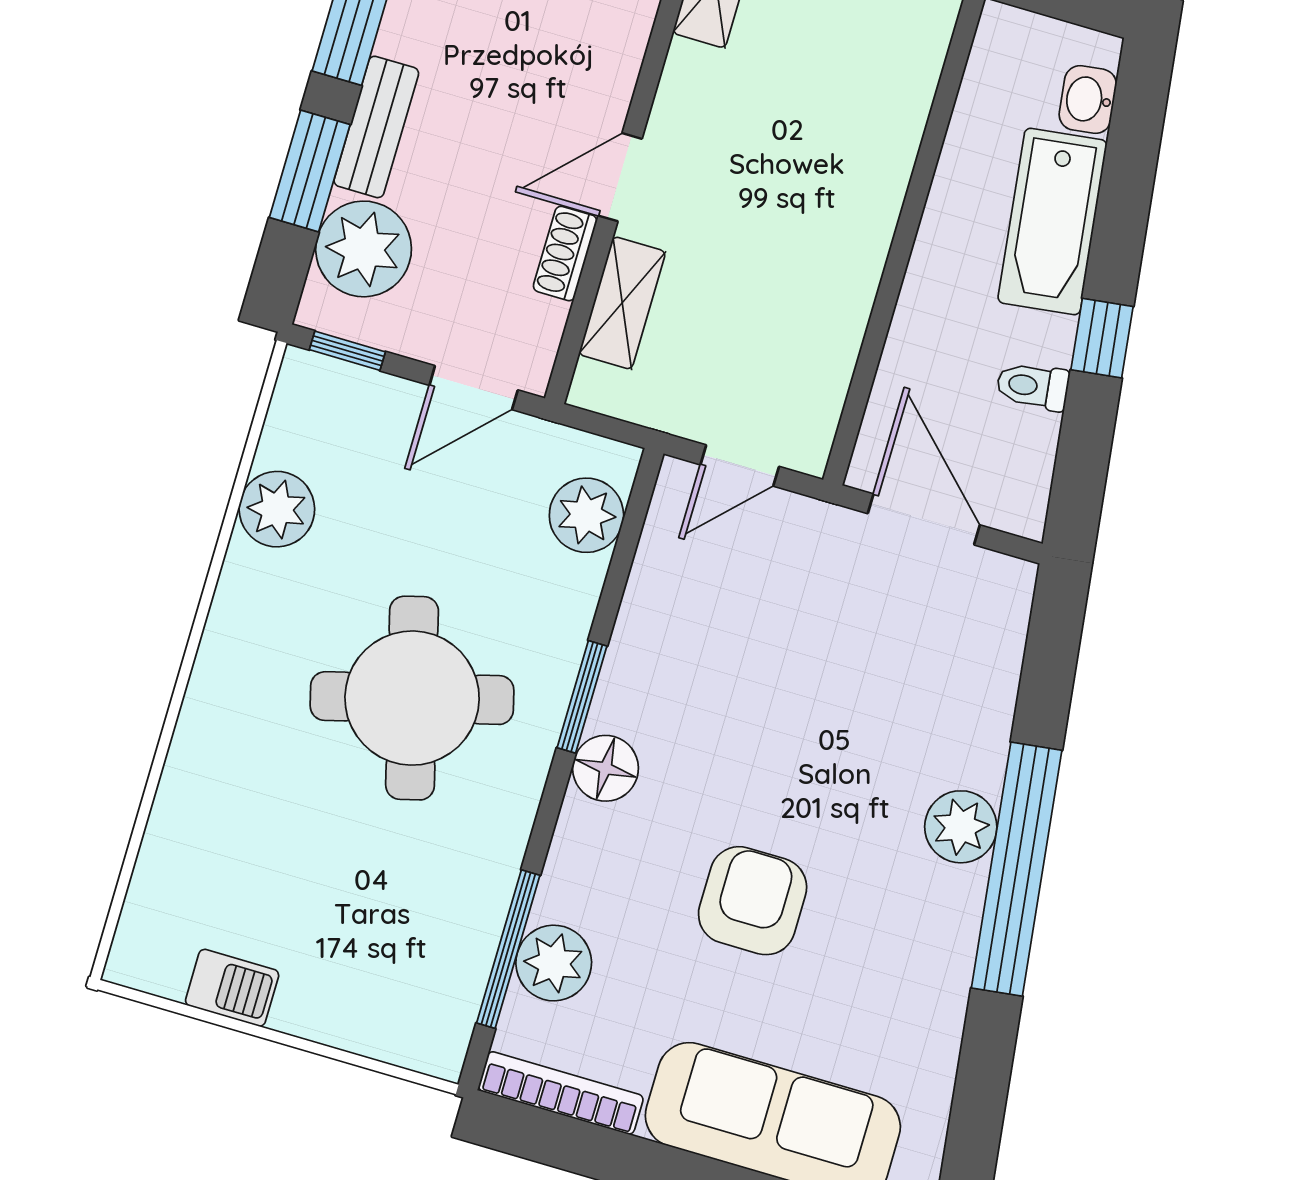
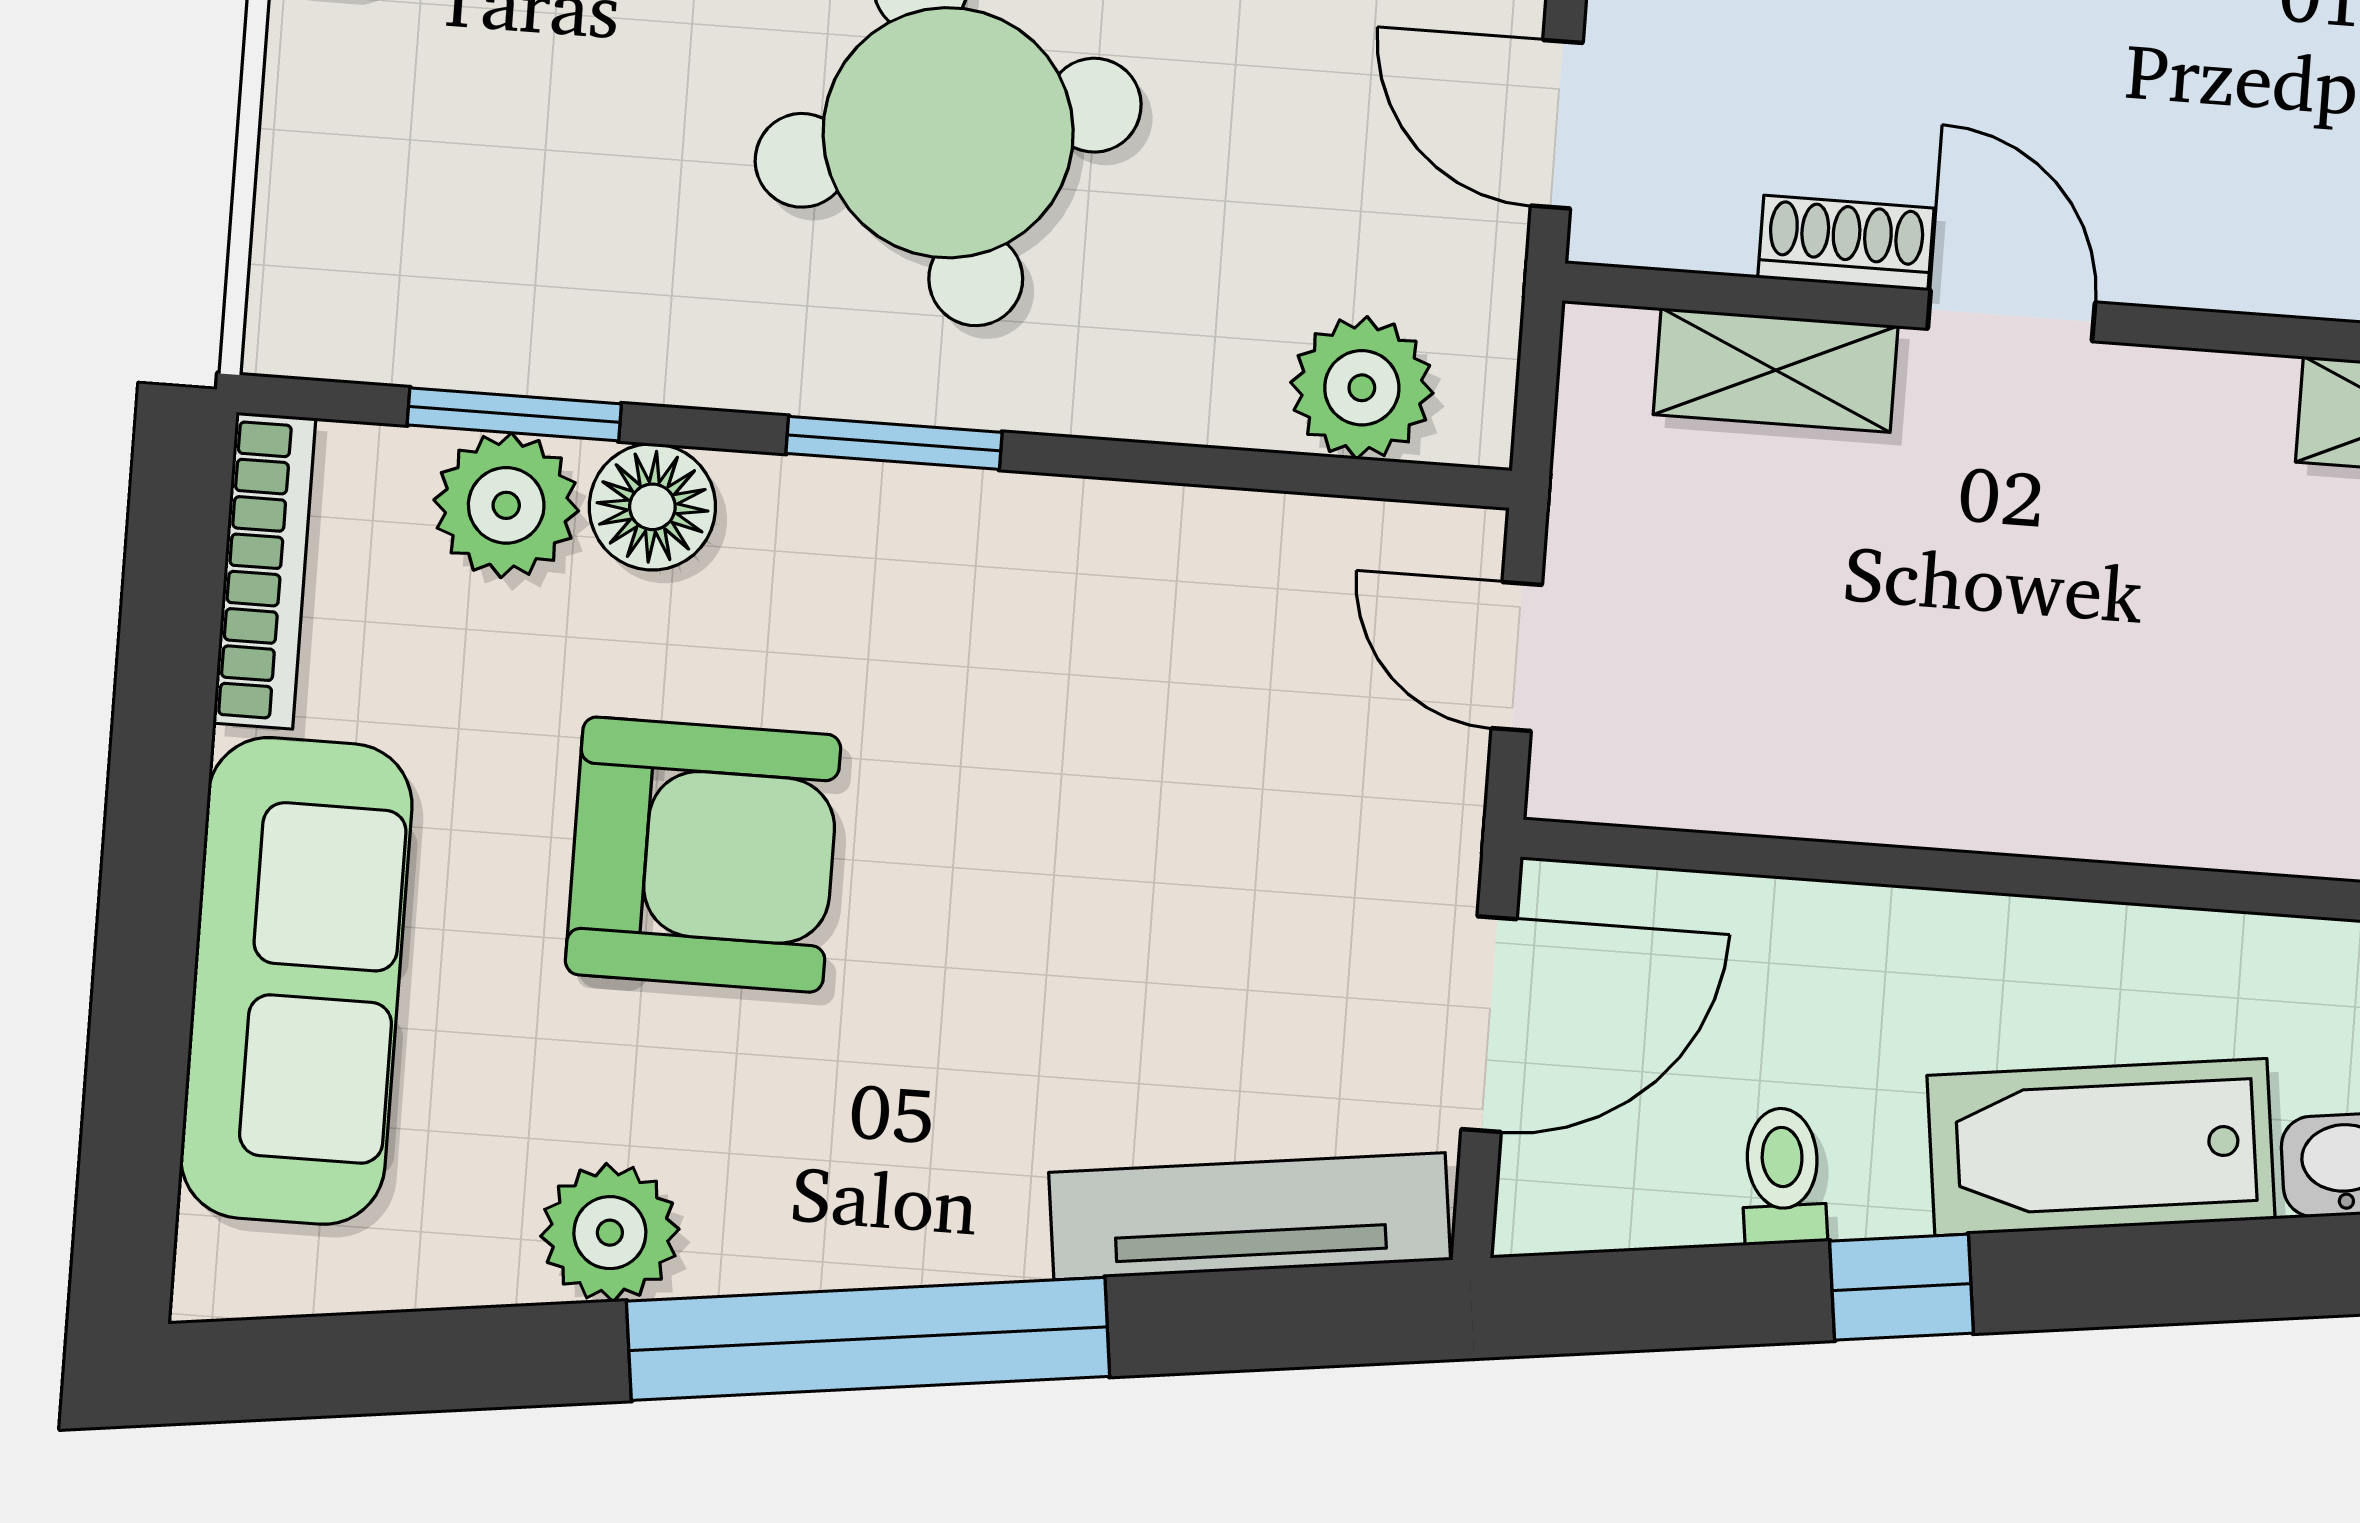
tv unit: (996, 662) -> (1250, 1216), added
window: (582, 697) -> (894, 443), moved
floor lamp: (606, 768) -> (652, 507), moved
plant: (961, 827) -> (610, 1233), moved
armchair: (753, 901) -> (703, 855), width x1.36, depth x1.36
window: (508, 949) -> (514, 414), width x0.69

